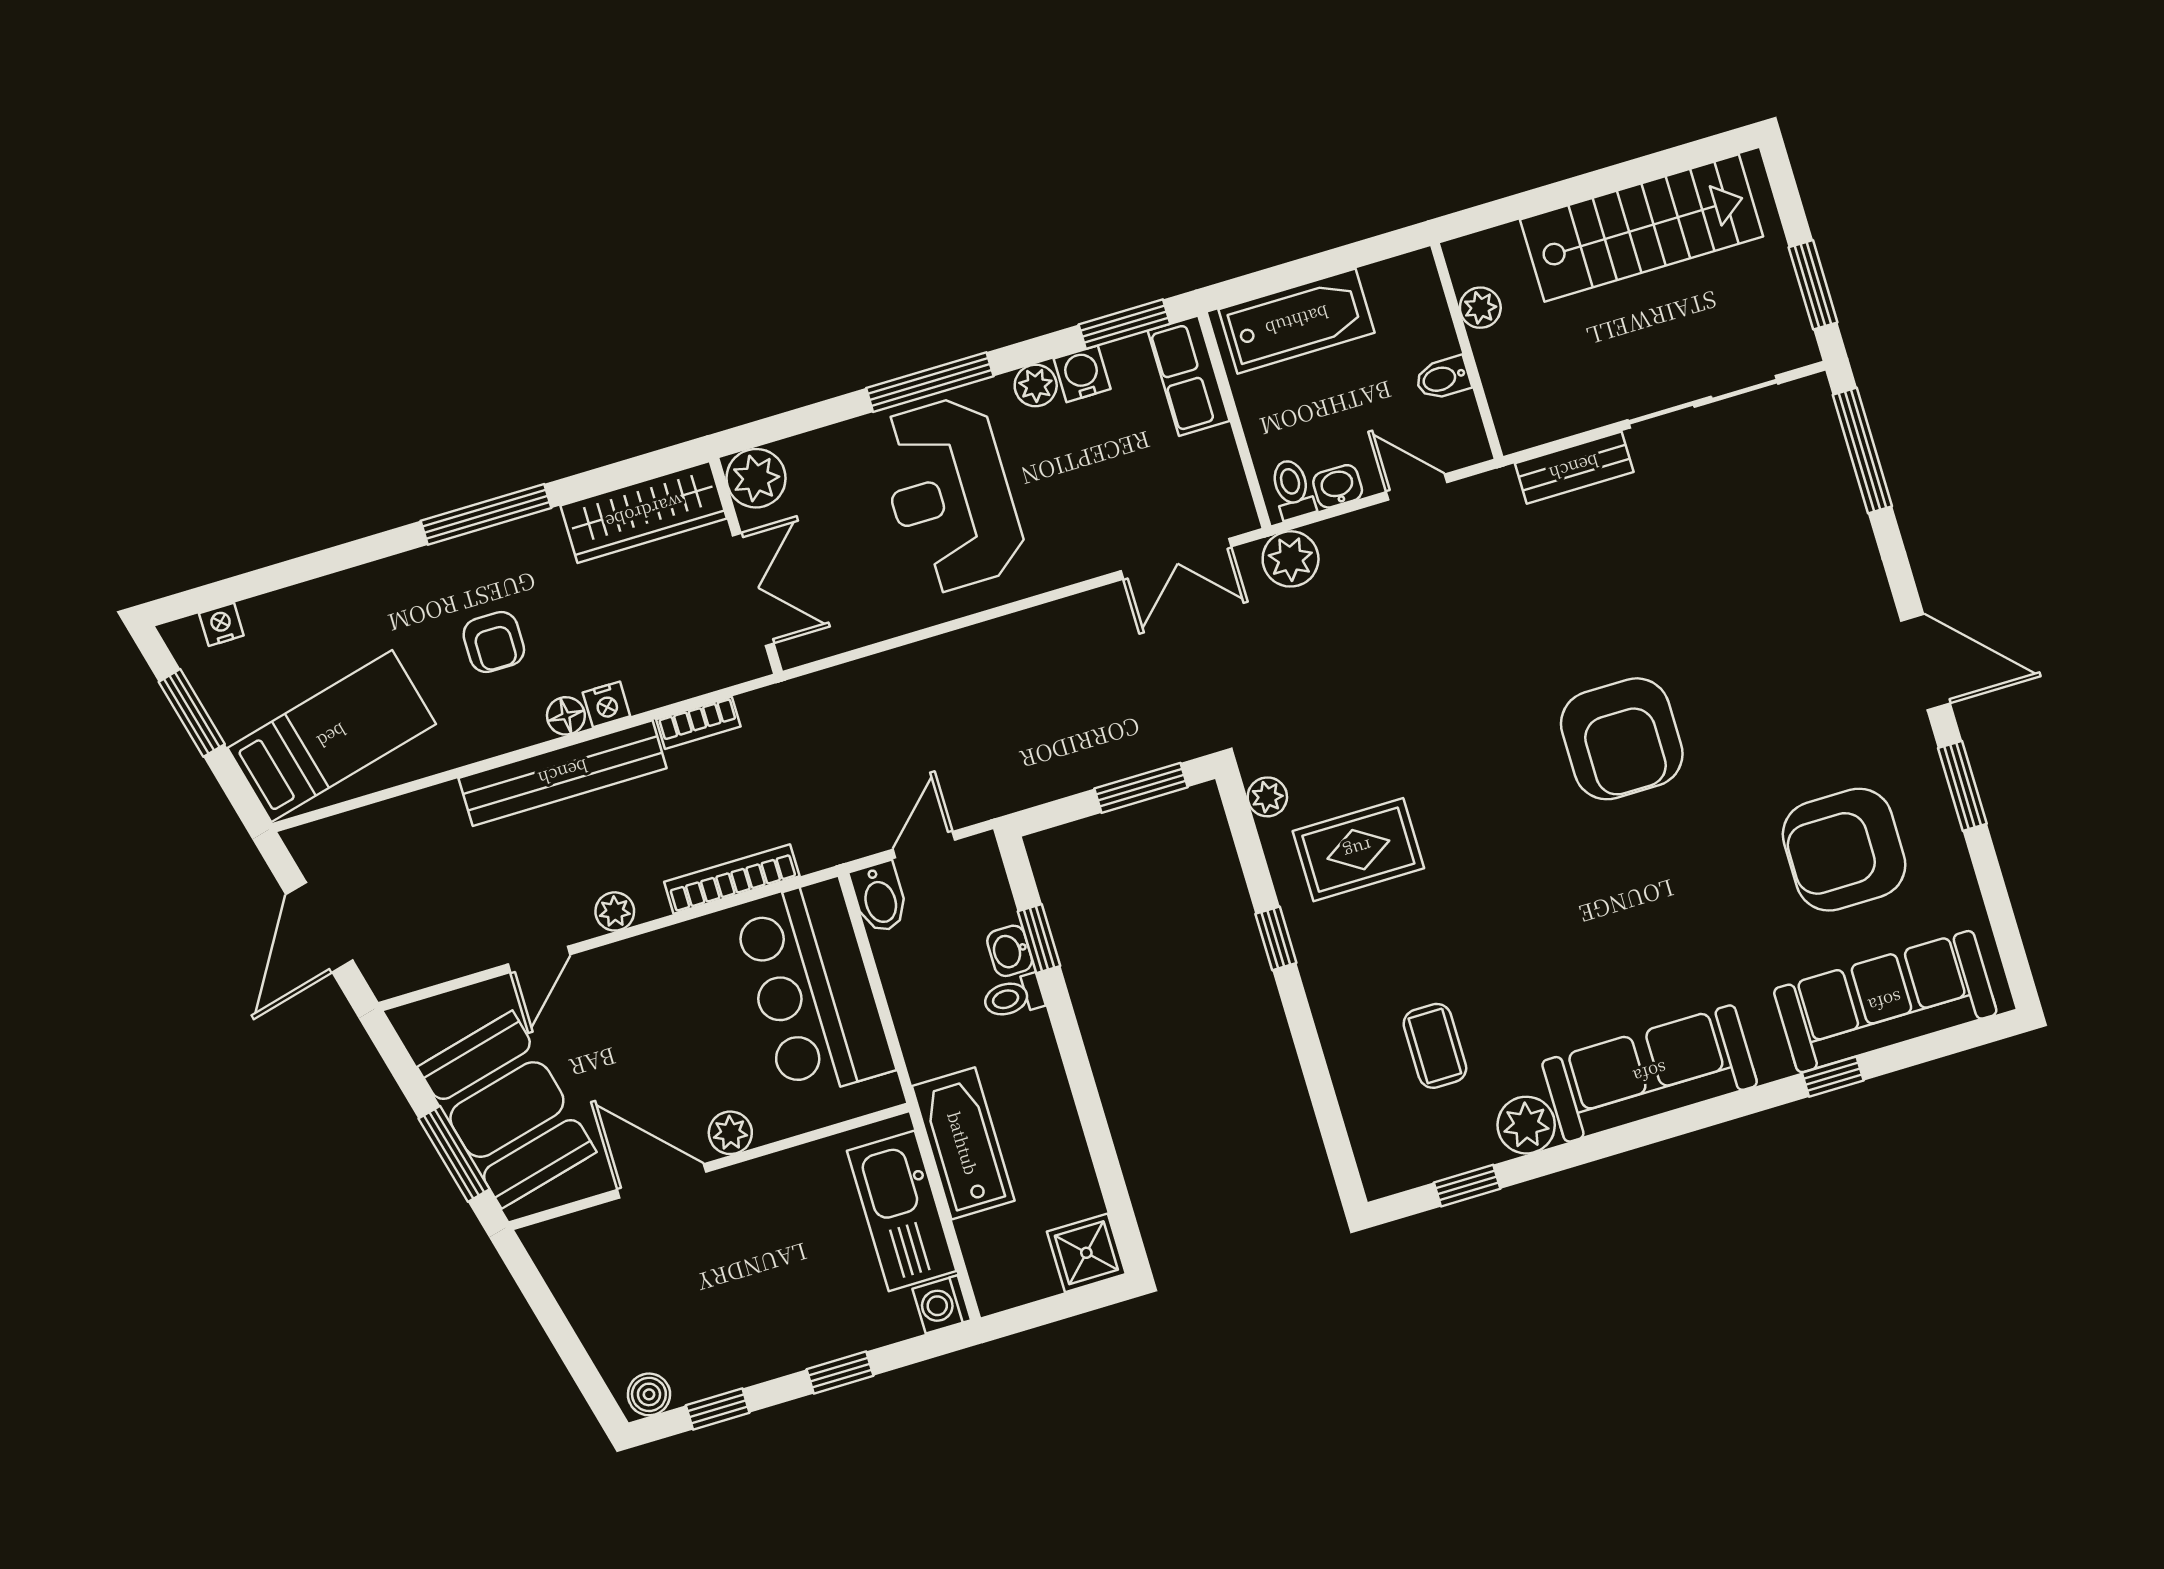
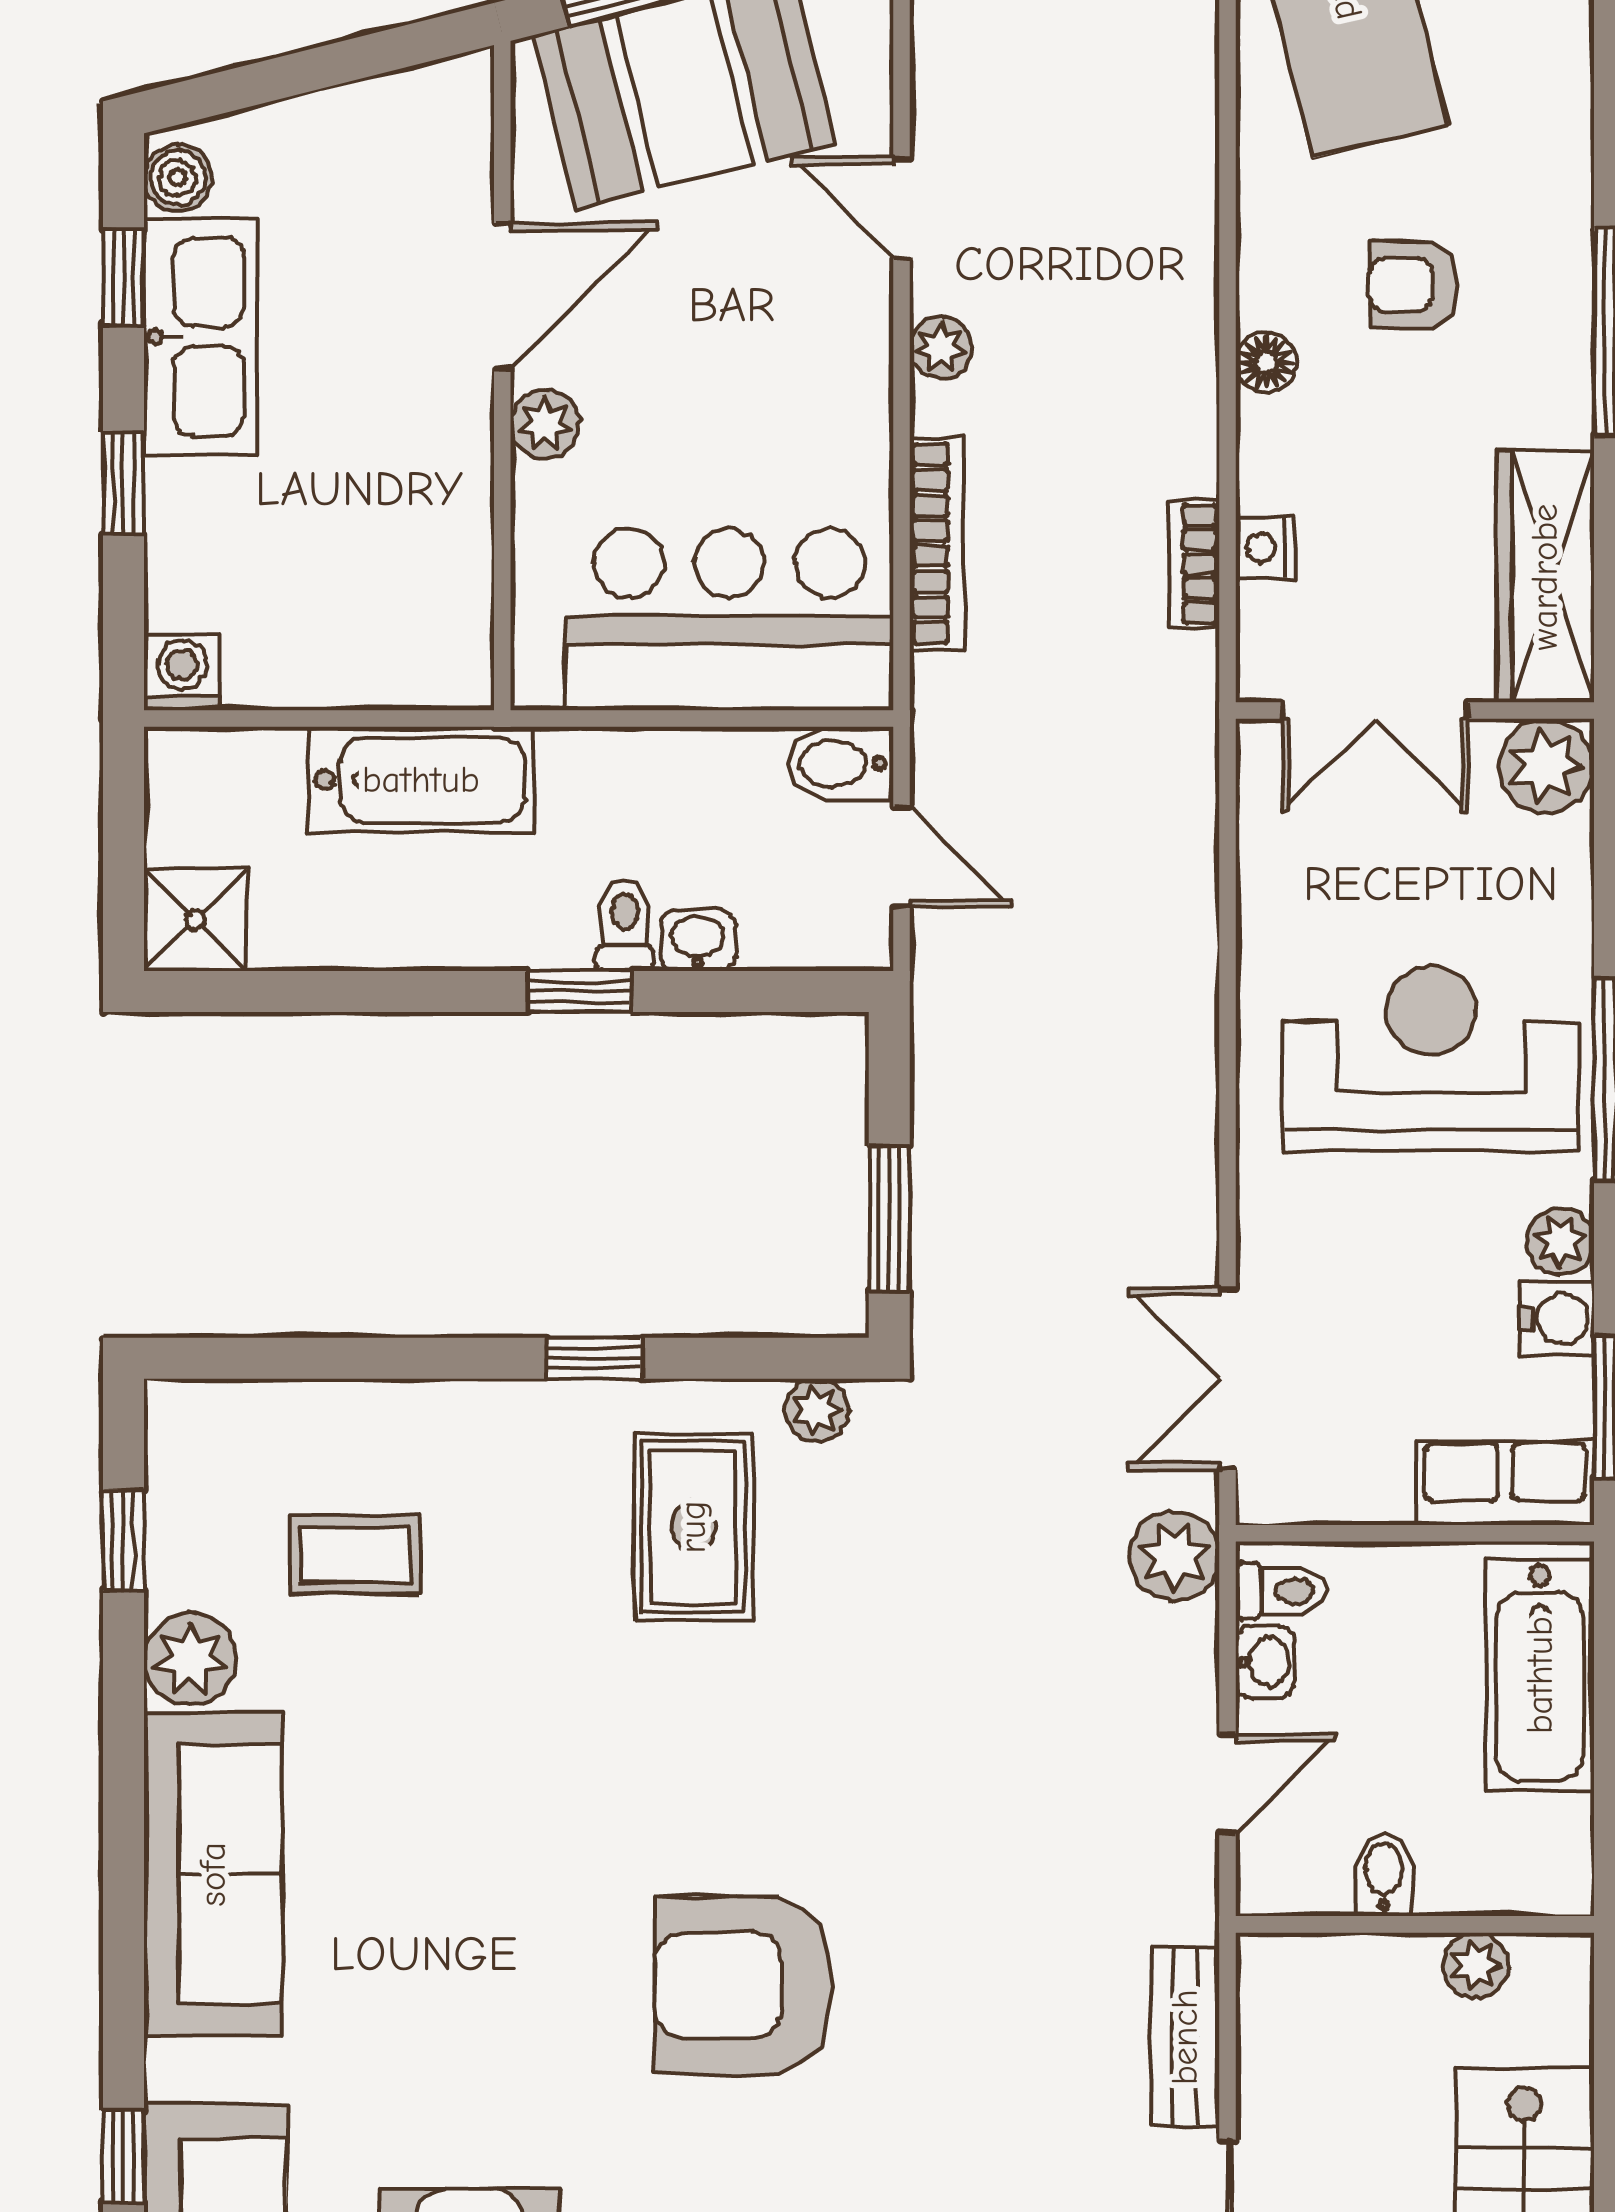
nightstand: (606, 704) -> (1265, 548), moved
bench: (563, 773) -> (1179, 331), removed
window: (1039, 939) -> (579, 992), moved
kitchen sink: (902, 1211) -> (201, 337), moved, turned 90

